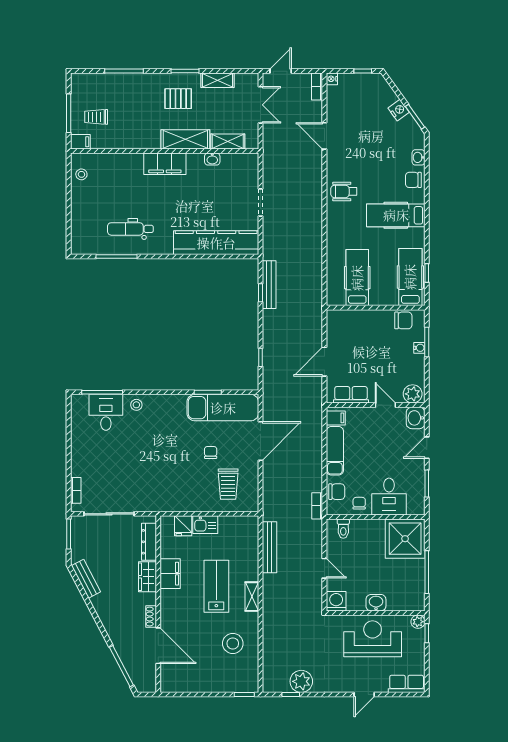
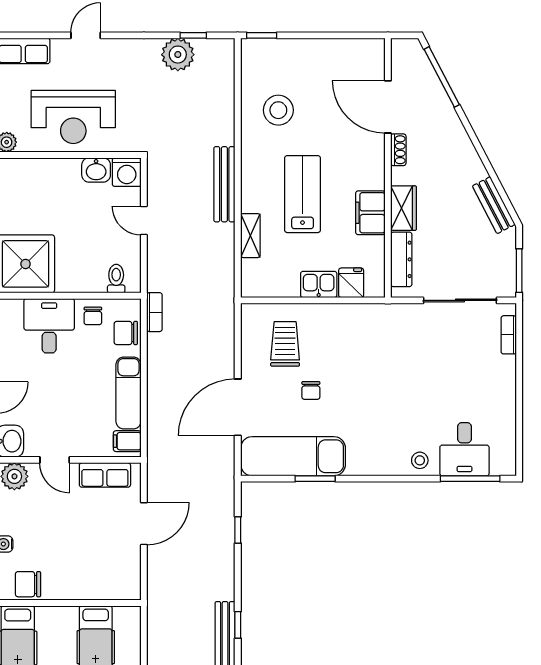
bench: (270, 547) -> (224, 184), moved
lab bench: (216, 586) -> (303, 194), turned 180
shelving: (252, 597) -> (250, 236), moved
washbasin: (376, 603) -> (96, 170), moved

